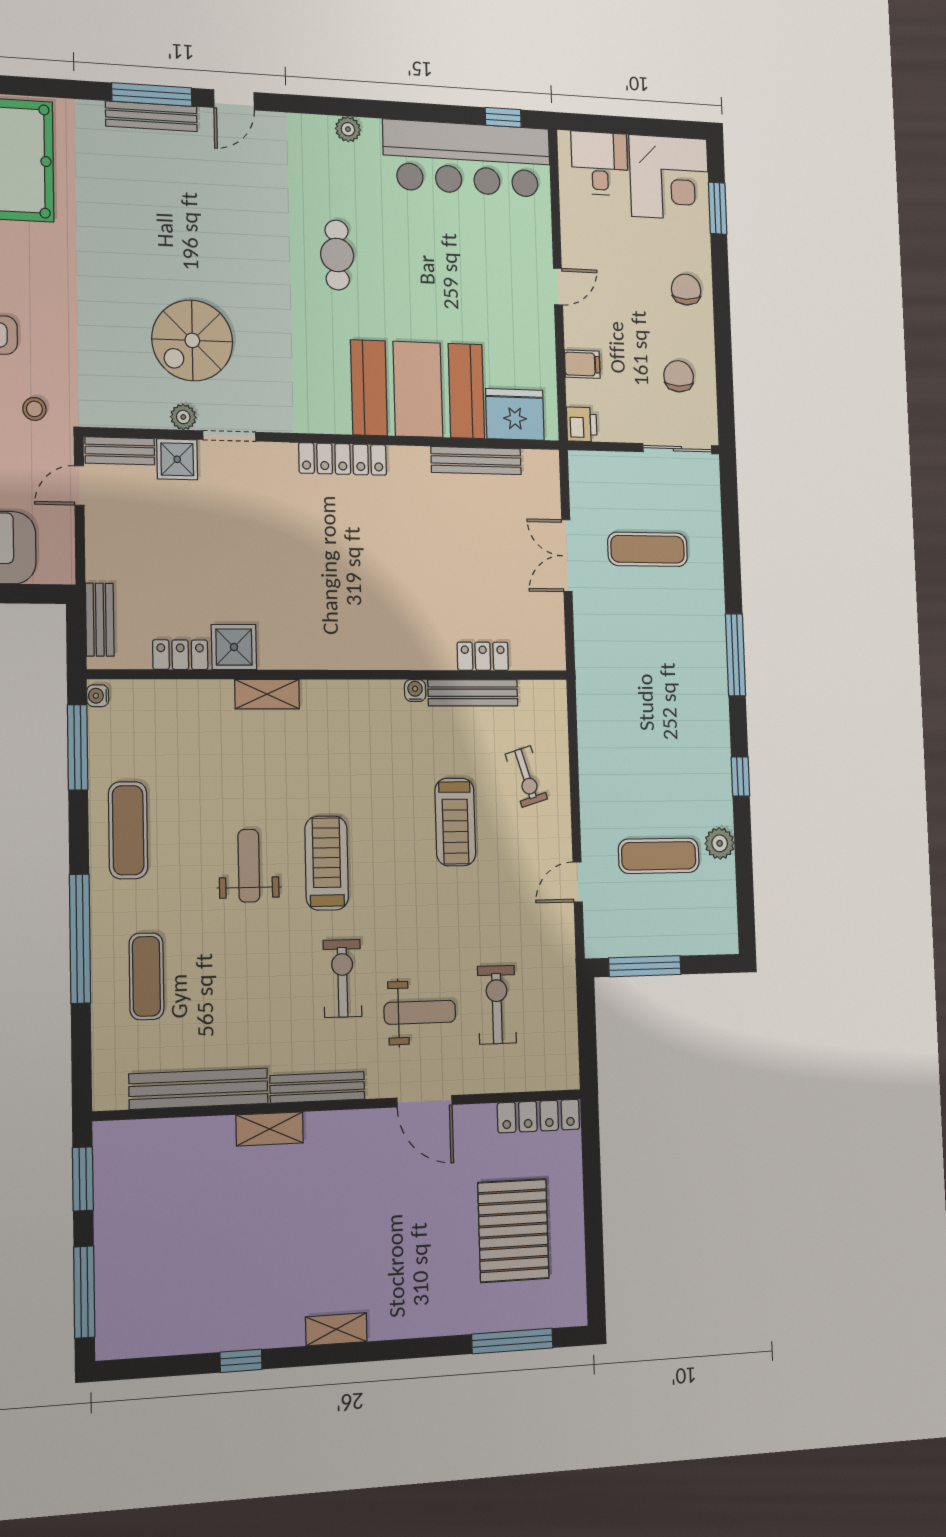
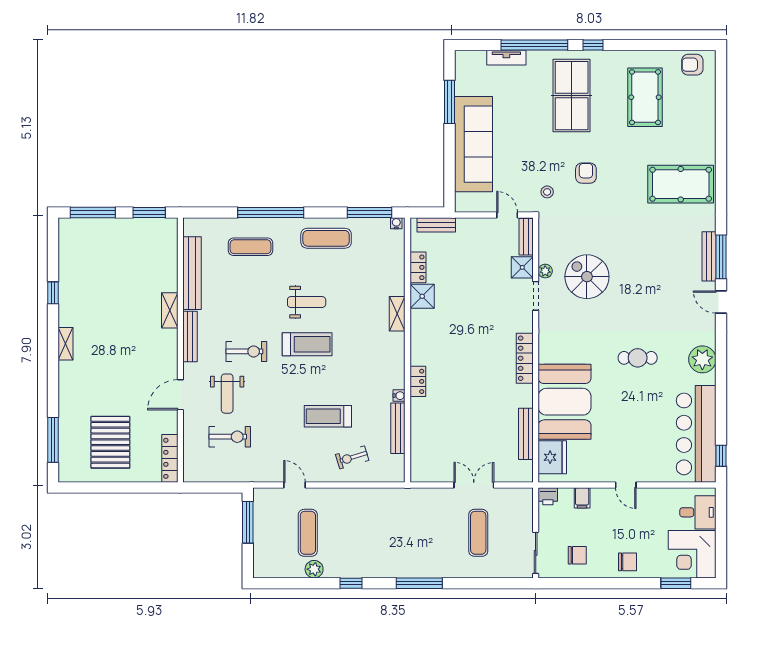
plant: (348, 129) -> (702, 359), width x1.87, depth x1.87
locker: (483, 656) -> (418, 381), moved
pallet: (513, 1231) -> (110, 442), turned 90

